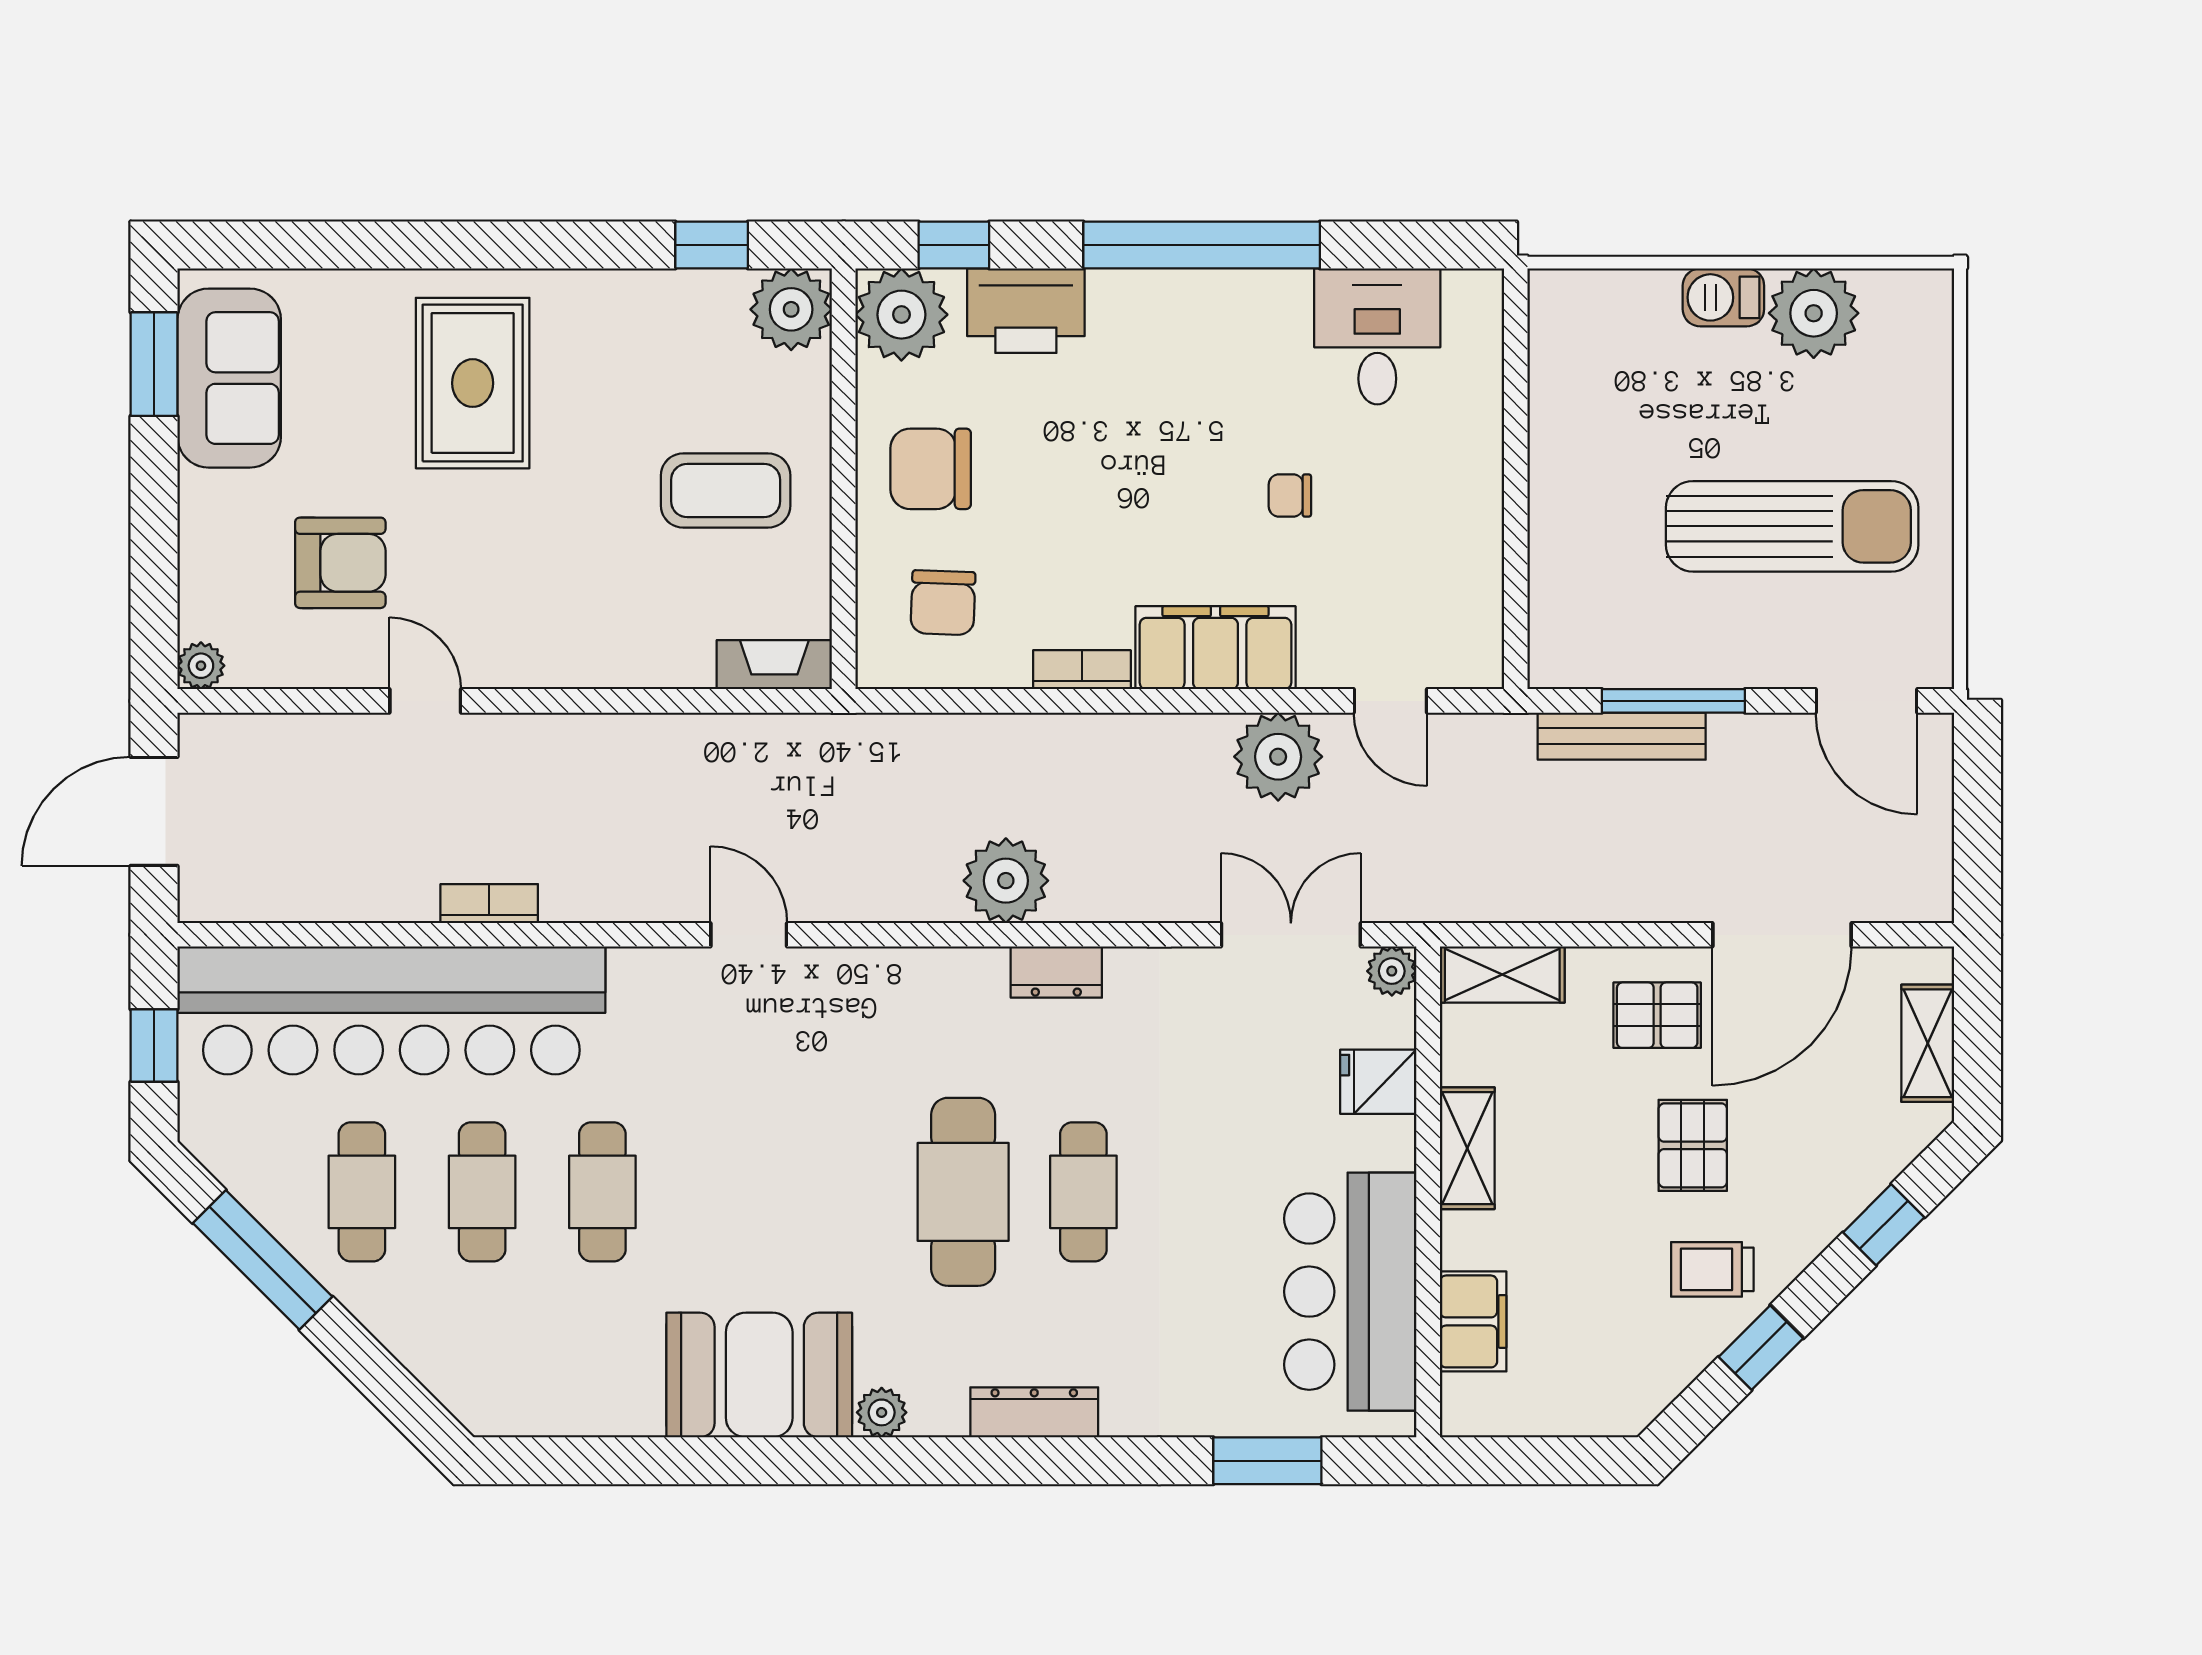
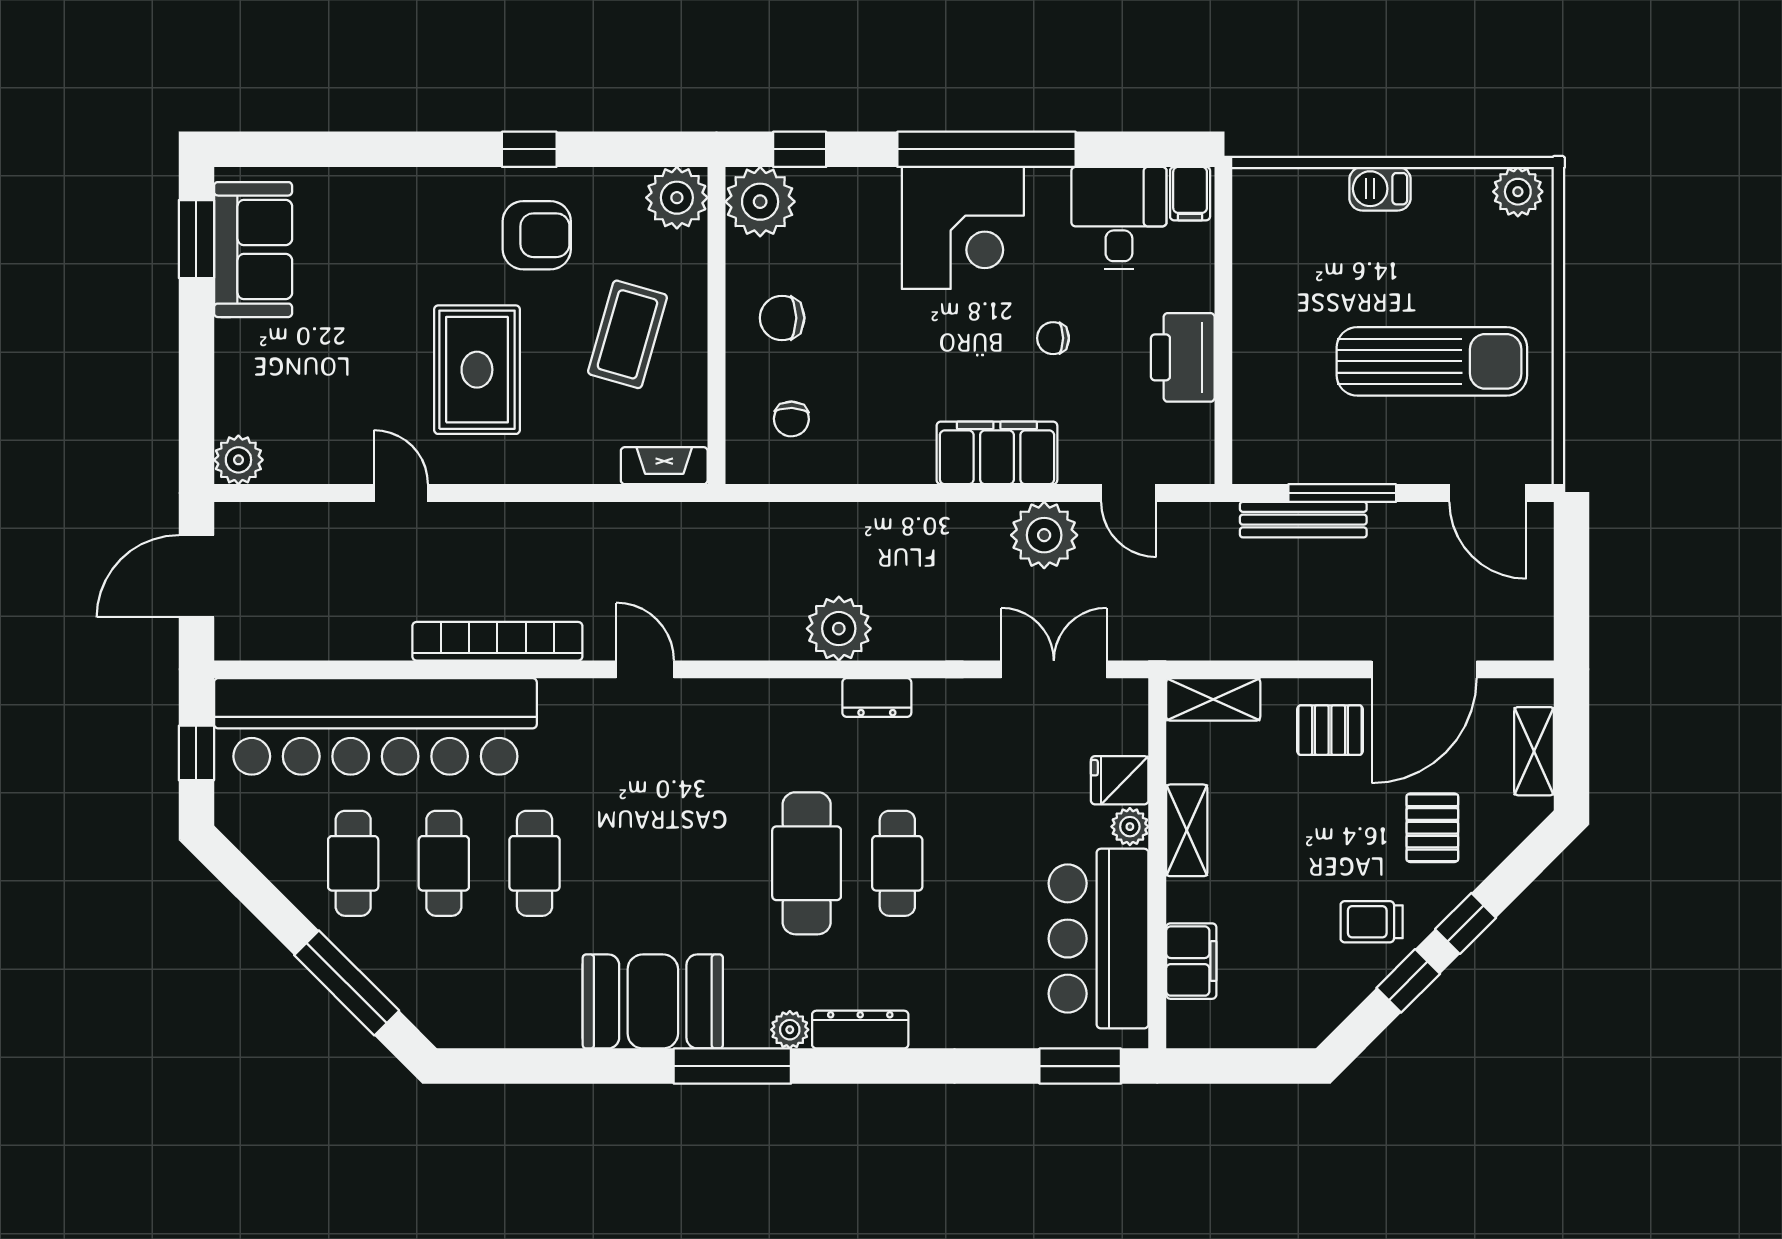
window: (712, 245) -> (529, 149), moved
filing cabinet: (1472, 304) -> (1190, 194), added
printer: (1026, 311) -> (1183, 357), moved, turned 90
plant: (1814, 313) -> (1518, 192), moved, width x0.73, depth x0.73
corner desk: (1170, 349) -> (963, 228), added
rug: (473, 383) -> (477, 370), moved
chair: (931, 469) -> (782, 318), width x0.73, depth x0.73
coffee table: (726, 491) -> (627, 334), turned -74
armchair: (340, 563) -> (537, 235), moved
chair: (943, 603) -> (791, 419), width x0.73, depth x0.73
plant: (201, 666) -> (238, 460), width x1.38, depth x1.38
bookcase: (1082, 670) -> (896, 470), removed
bookcase: (489, 904) -> (497, 641), width x2.31, depth x1.31
plant: (1392, 971) -> (1130, 827), moved
pallet: (1693, 1145) -> (1432, 828), moved
window: (1884, 1225) -> (1466, 923), moved
window: (263, 1260) -> (347, 983), moved
plant: (882, 1412) -> (790, 1030), moved
window: (865, 1461) -> (732, 1066), added
window: (1267, 1461) -> (1080, 1066), moved

